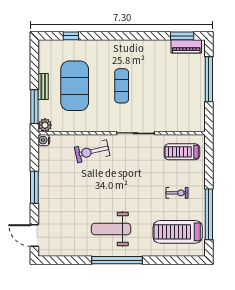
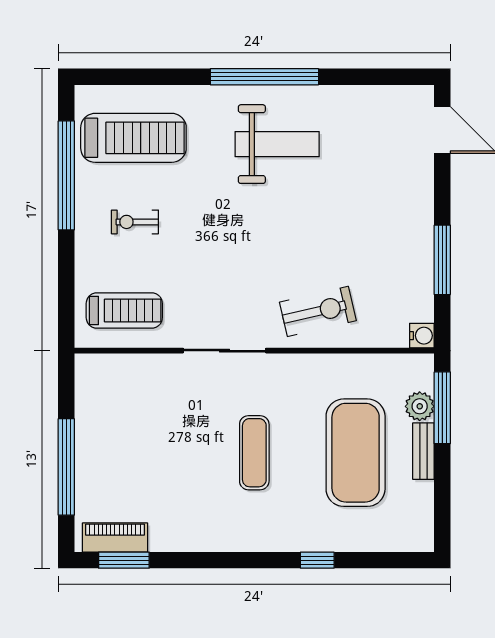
window: (71, 36) -> (317, 560), moved
plant: (45, 125) -> (420, 406), moved
window: (34, 187) -> (442, 260), moved

